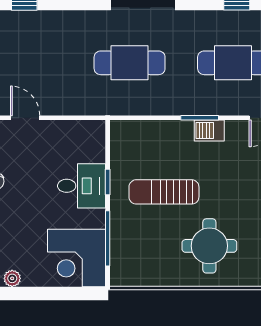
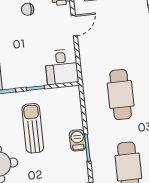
barbecue: (209, 131) -> (78, 140), moved
desk: (81, 186) -> (61, 67), moved

